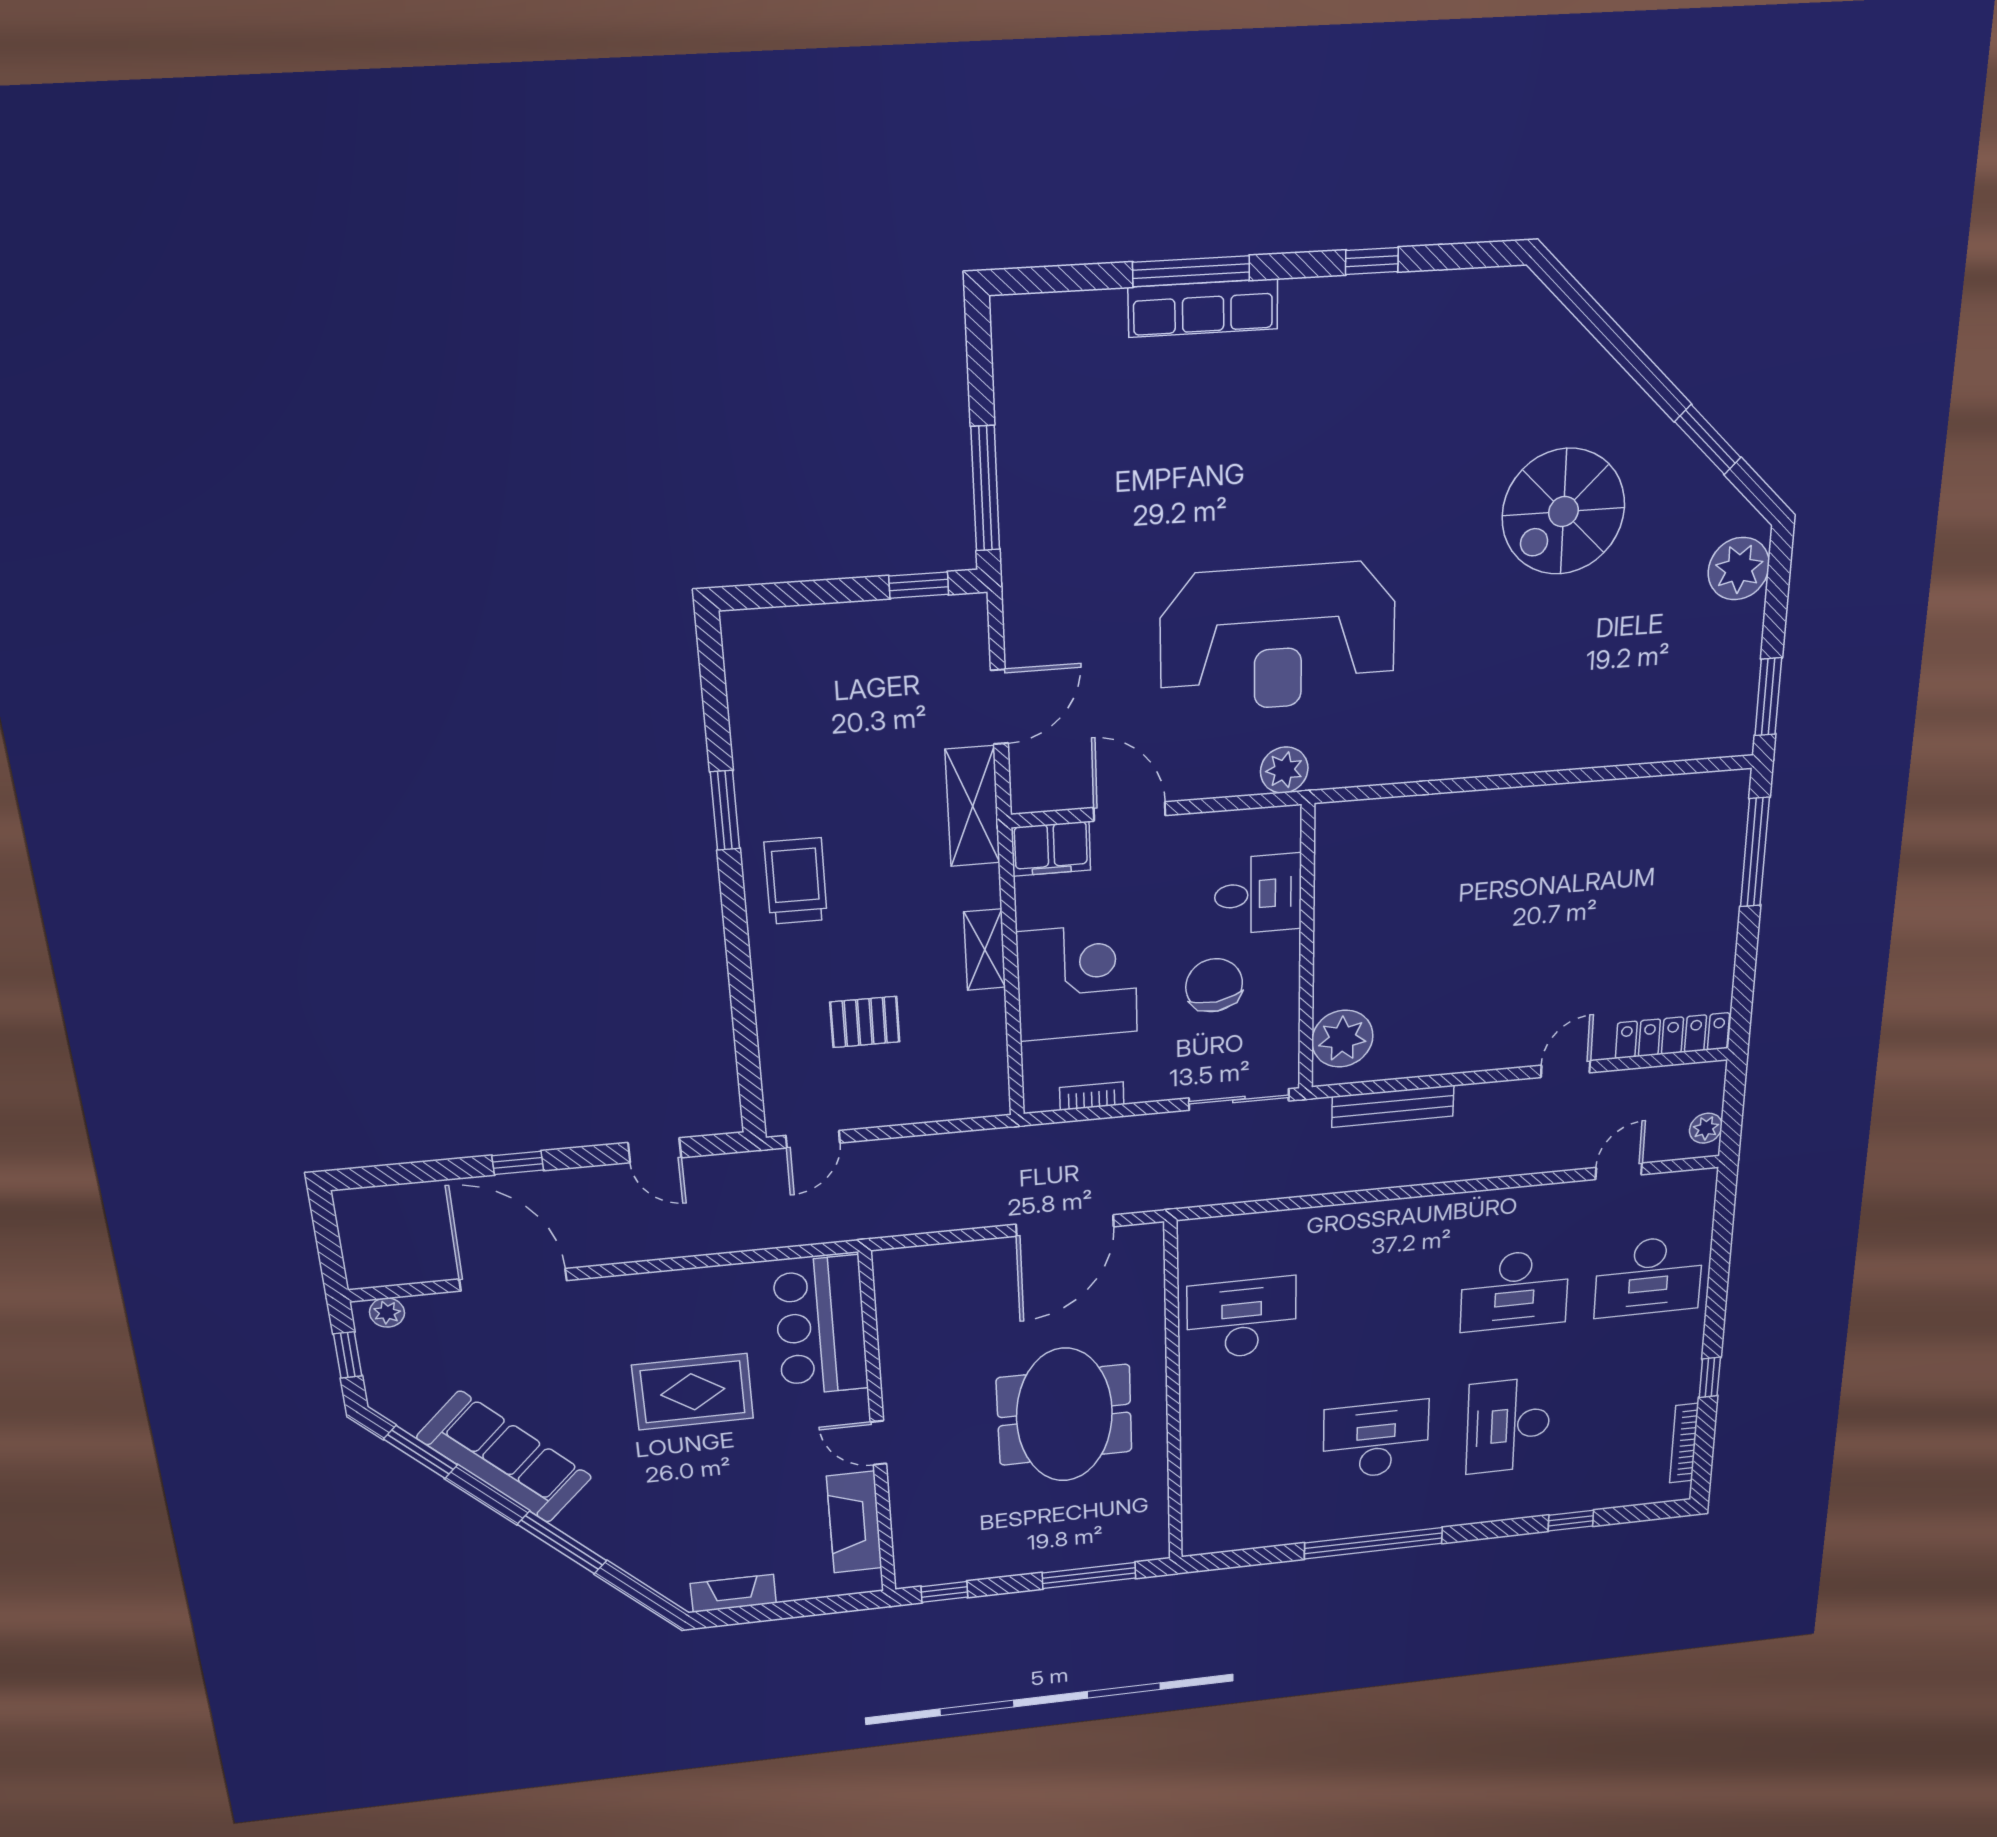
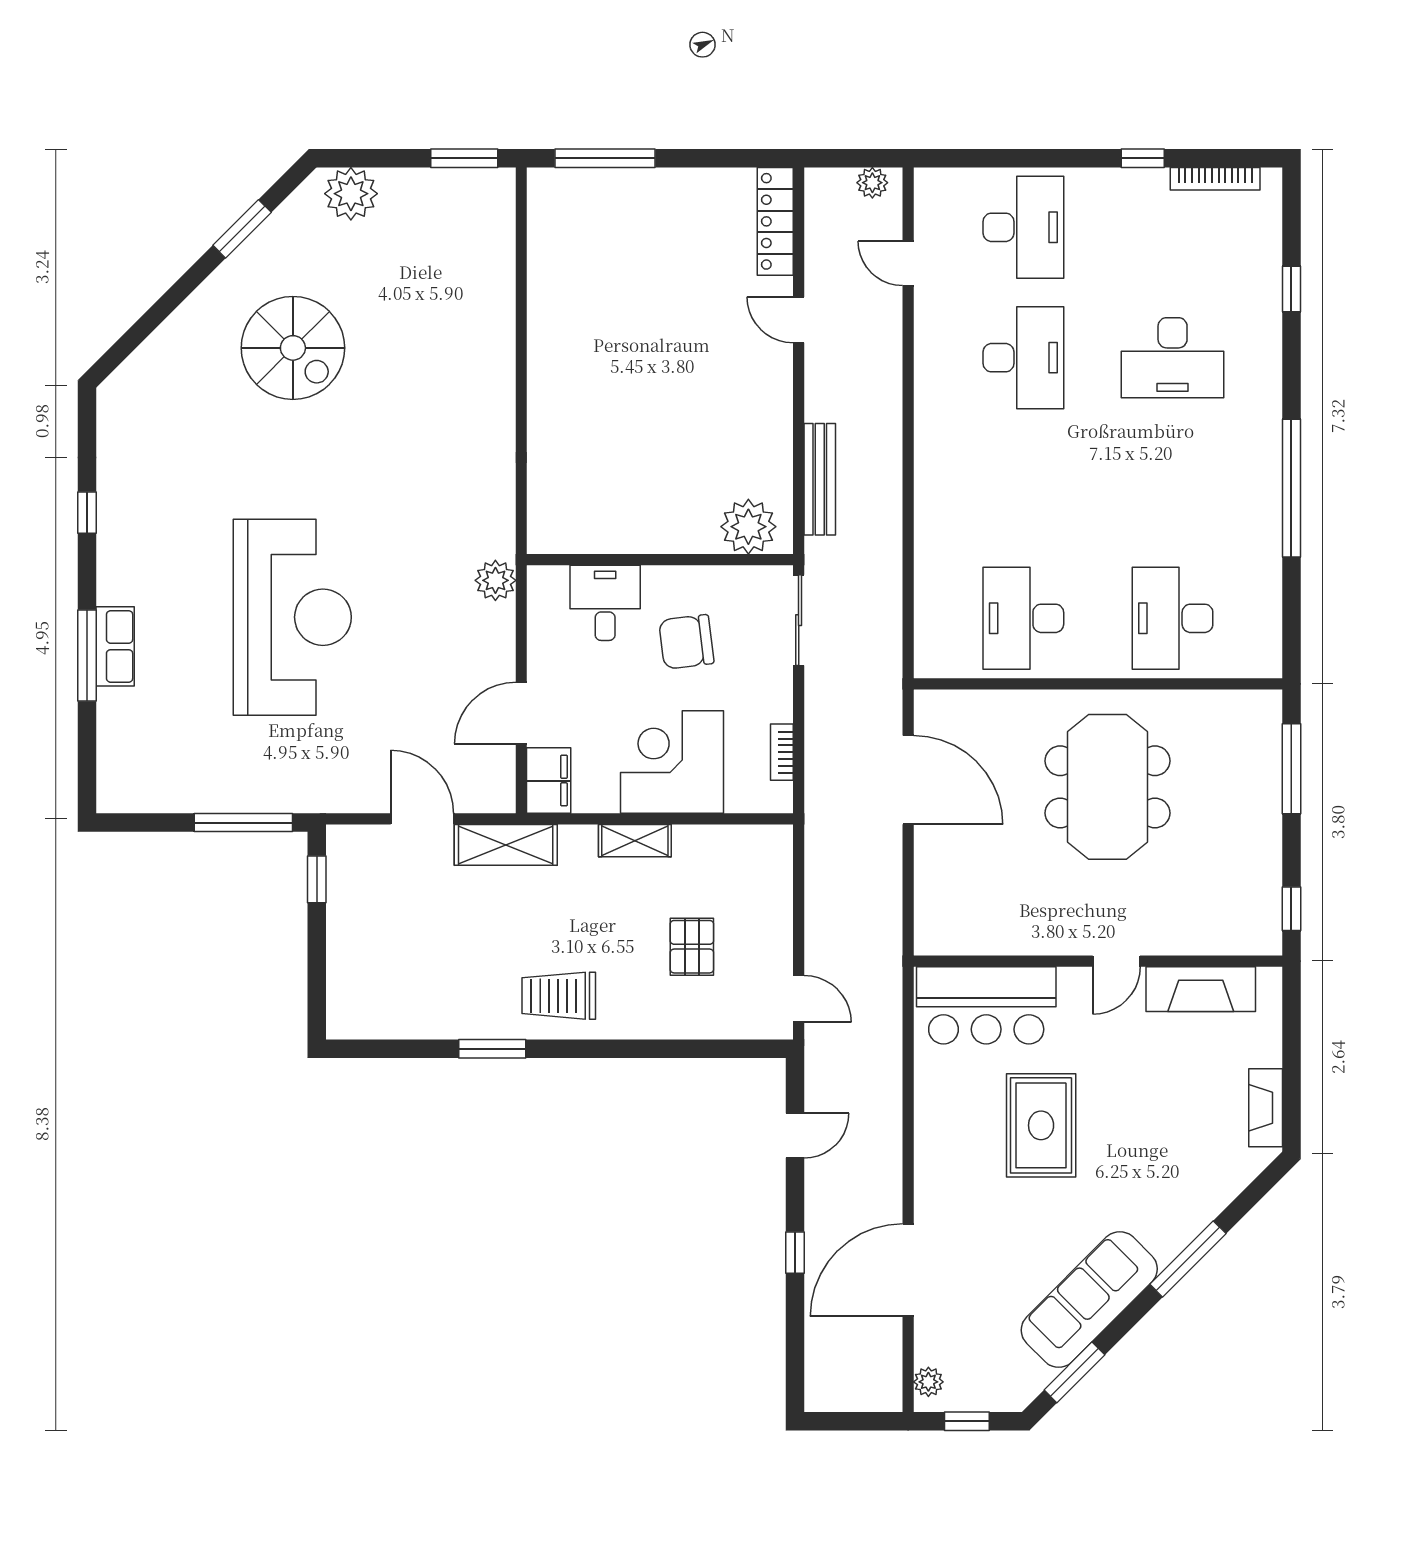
row of seats: (1203, 308) -> (115, 646), width x0.68
reception desk: (1278, 638) -> (292, 617), moved
meeting table: (1064, 1415) -> (1108, 787), turned 90
desk: (1376, 1440) -> (1173, 618), moved

